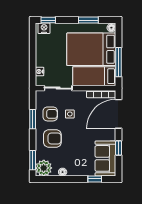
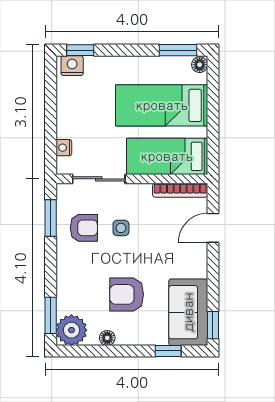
window: (88, 20) -> (178, 50), moved
bed: (91, 49) -> (162, 105), width x0.67
window: (118, 62) -> (213, 130), removed
door: (118, 114) -> (213, 228), width x0.53
window: (33, 119) -> (51, 218), moved
armchair: (52, 138) -> (127, 294), moved, turned 180
window: (118, 148) -> (213, 325), moved

